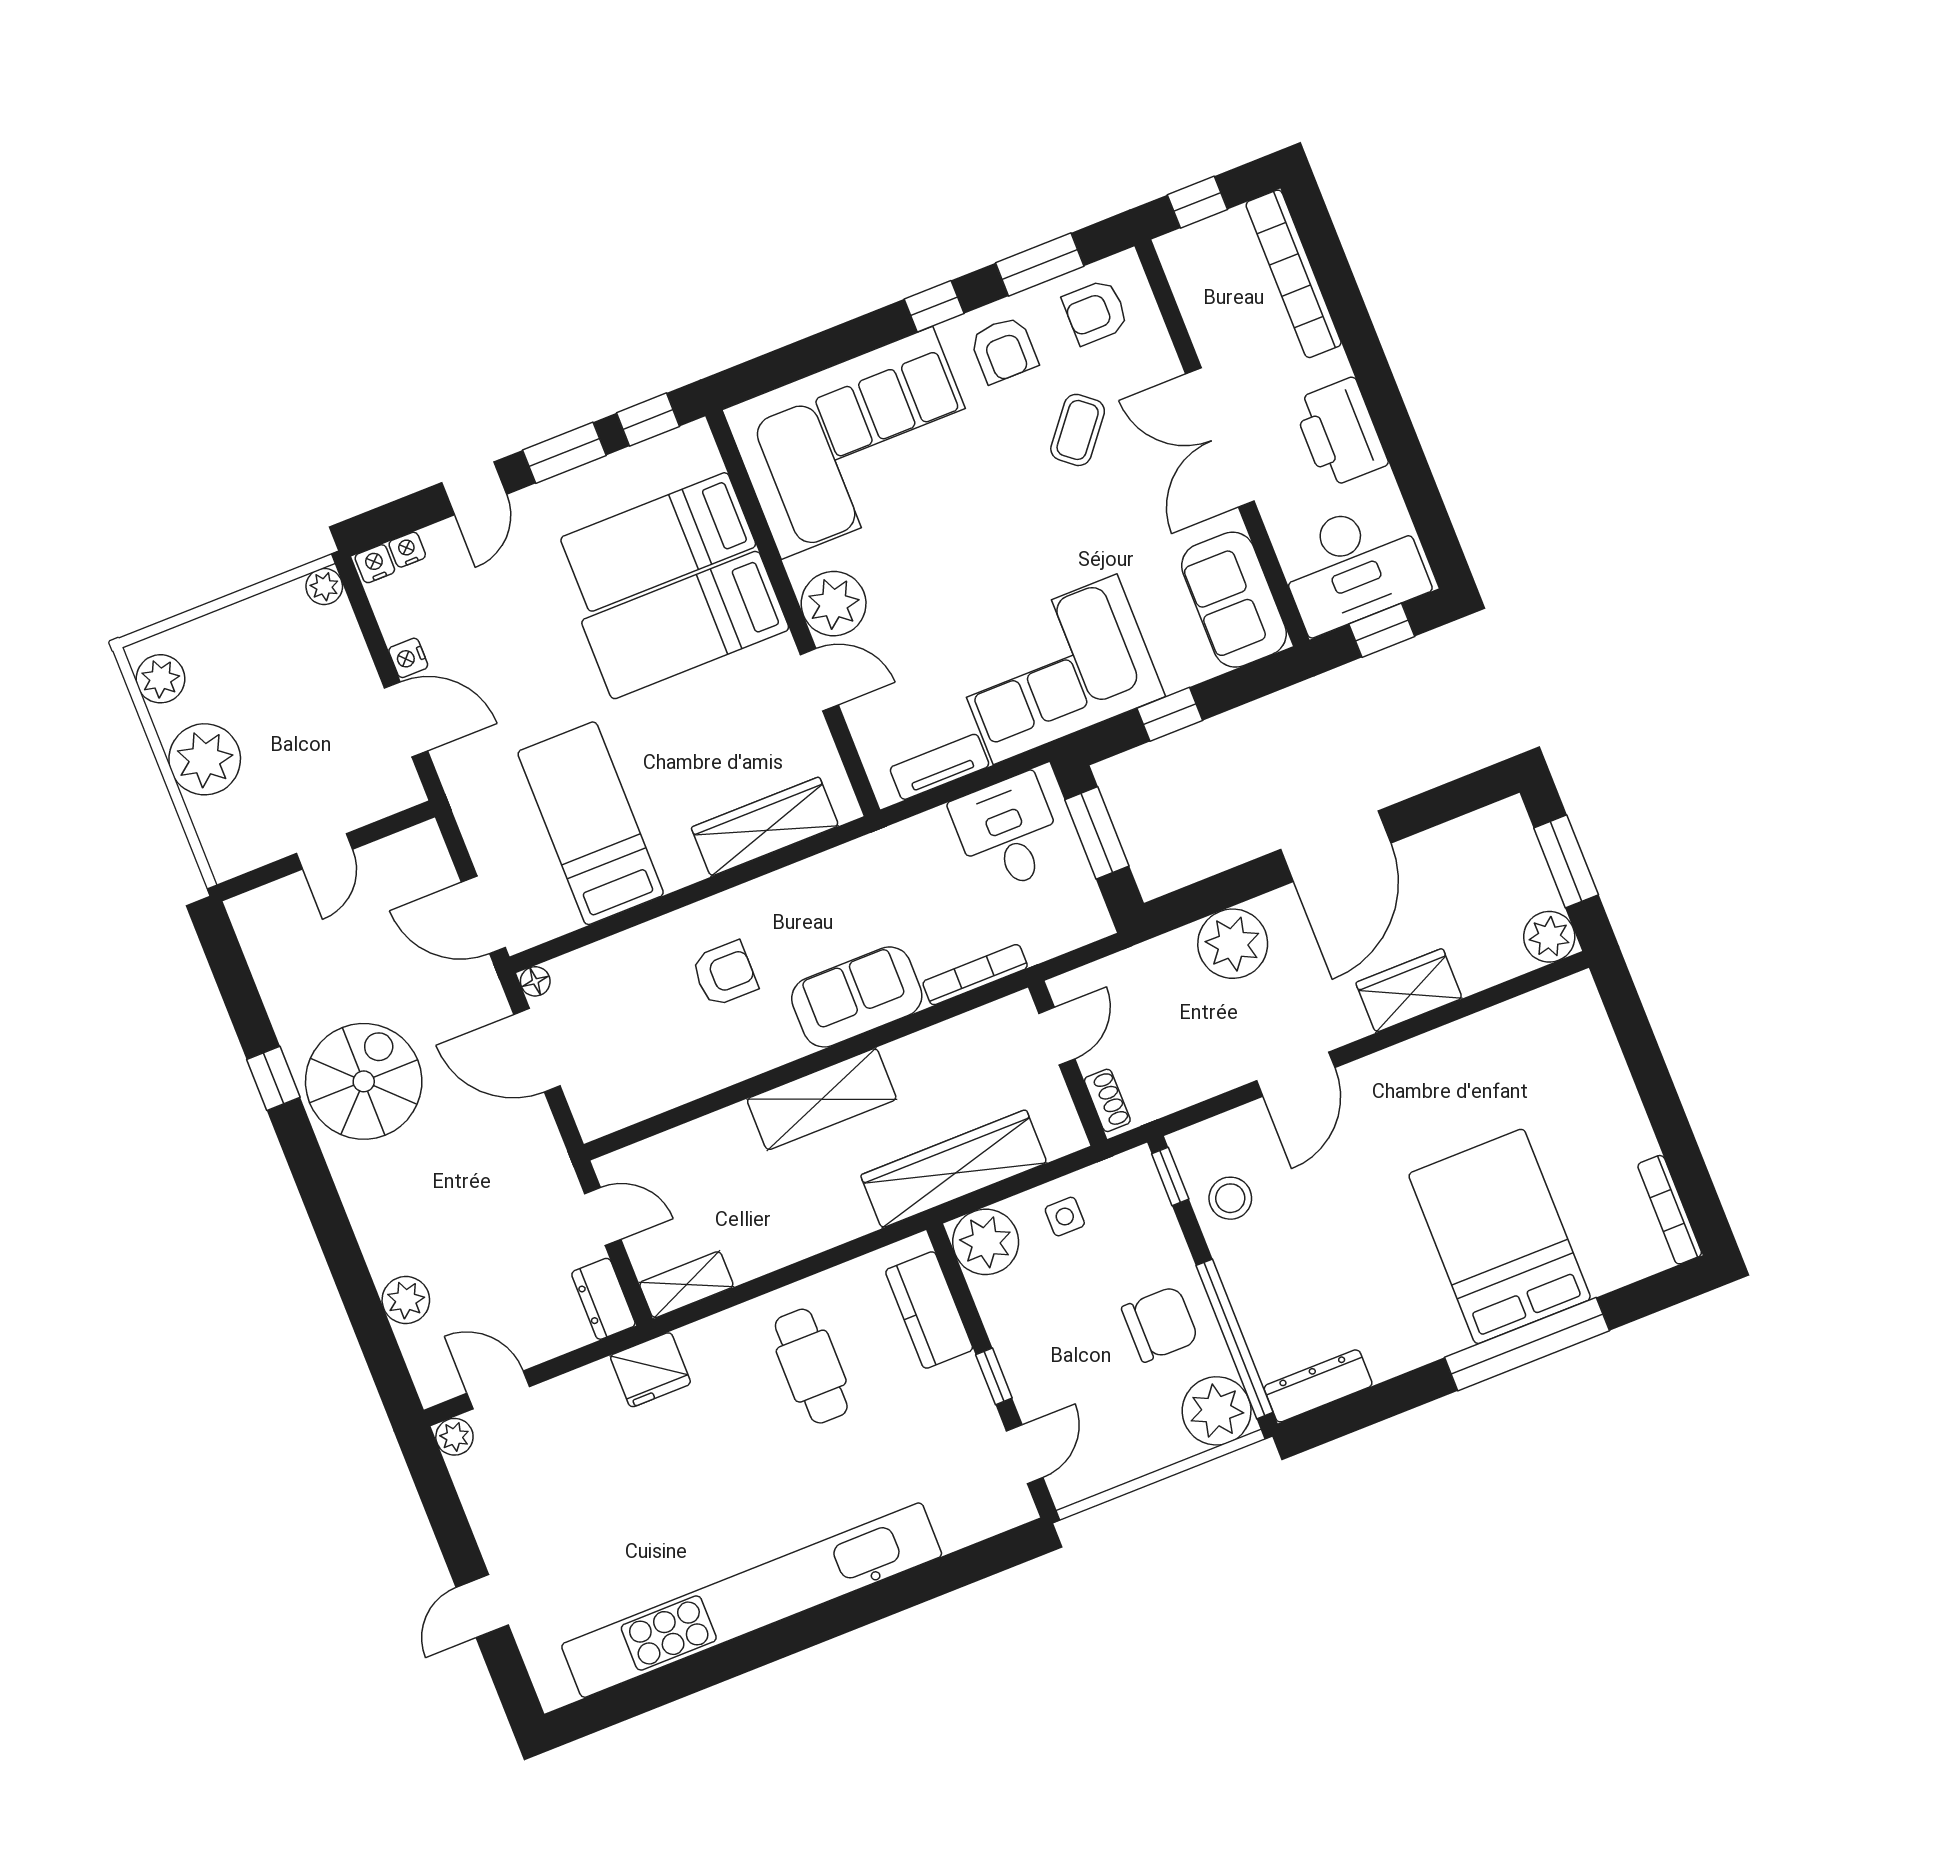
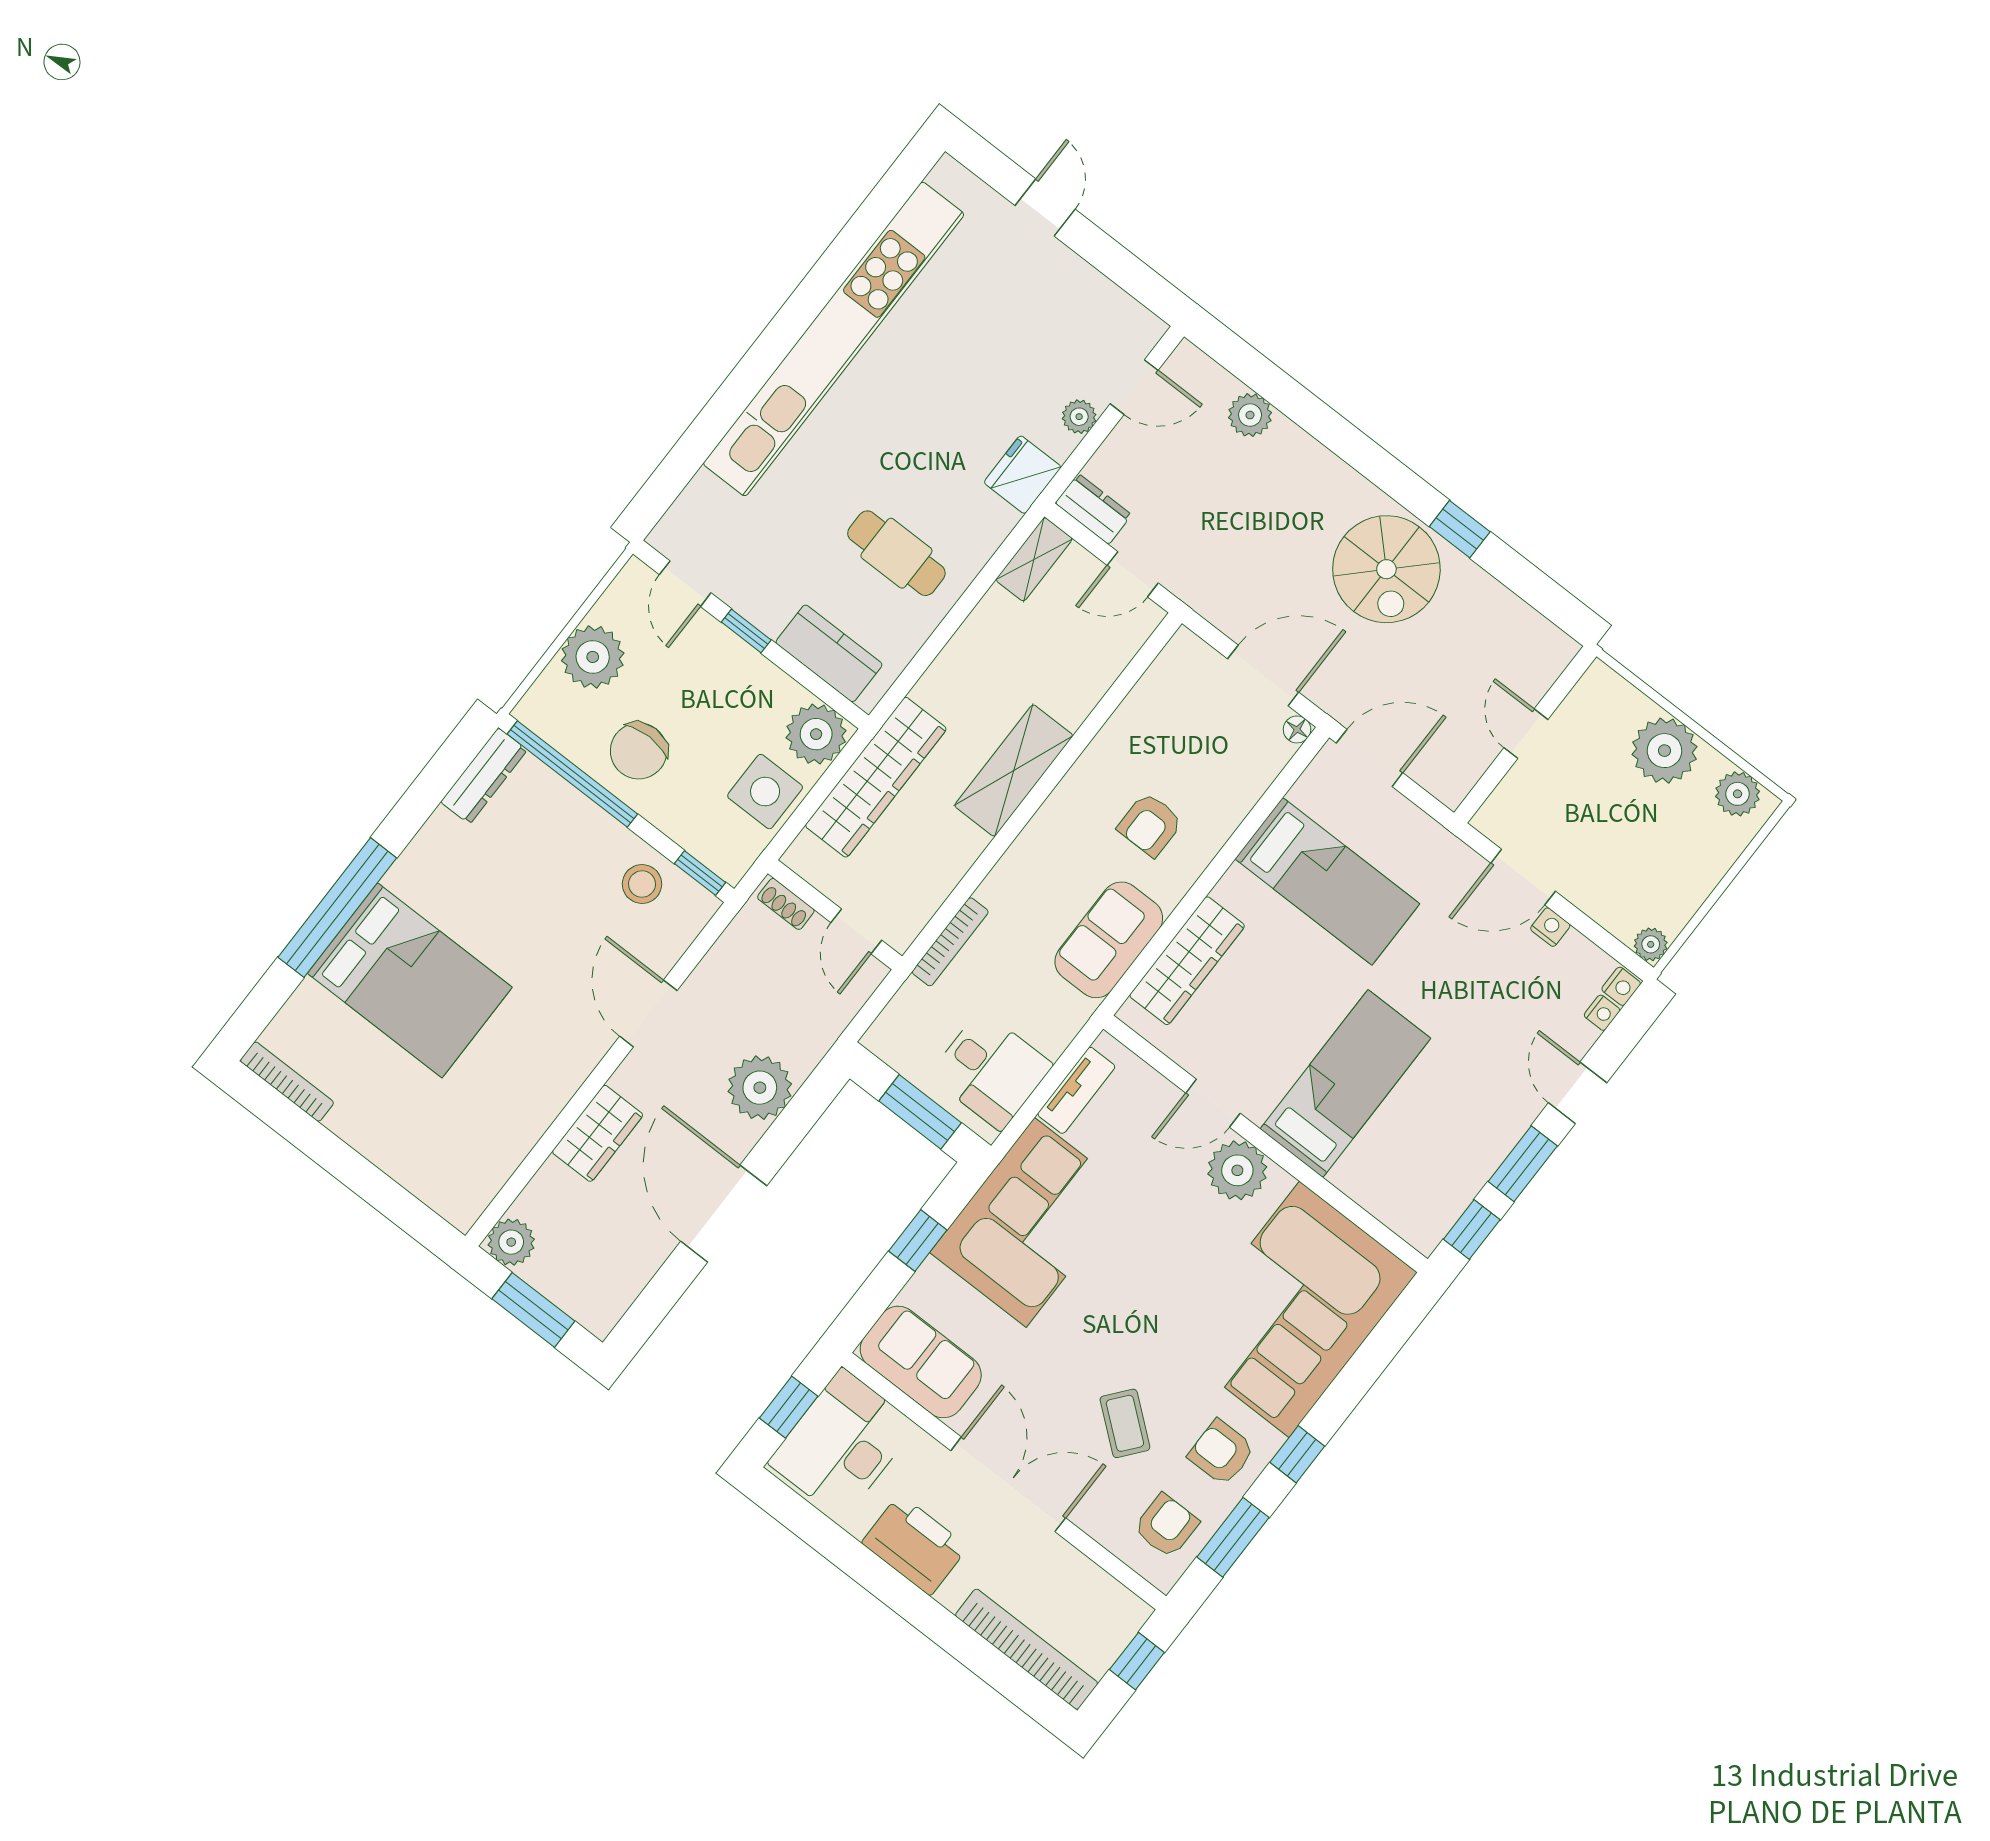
bed: (658, 542) -> (1406, 1137), removed
sofa: (857, 997) -> (1109, 940), moved, turned 180
side table: (1065, 1217) -> (765, 792), width x1.87, depth x1.87
plant: (1217, 1411) -> (593, 657), moved
plant: (454, 1437) -> (1079, 417), moved

